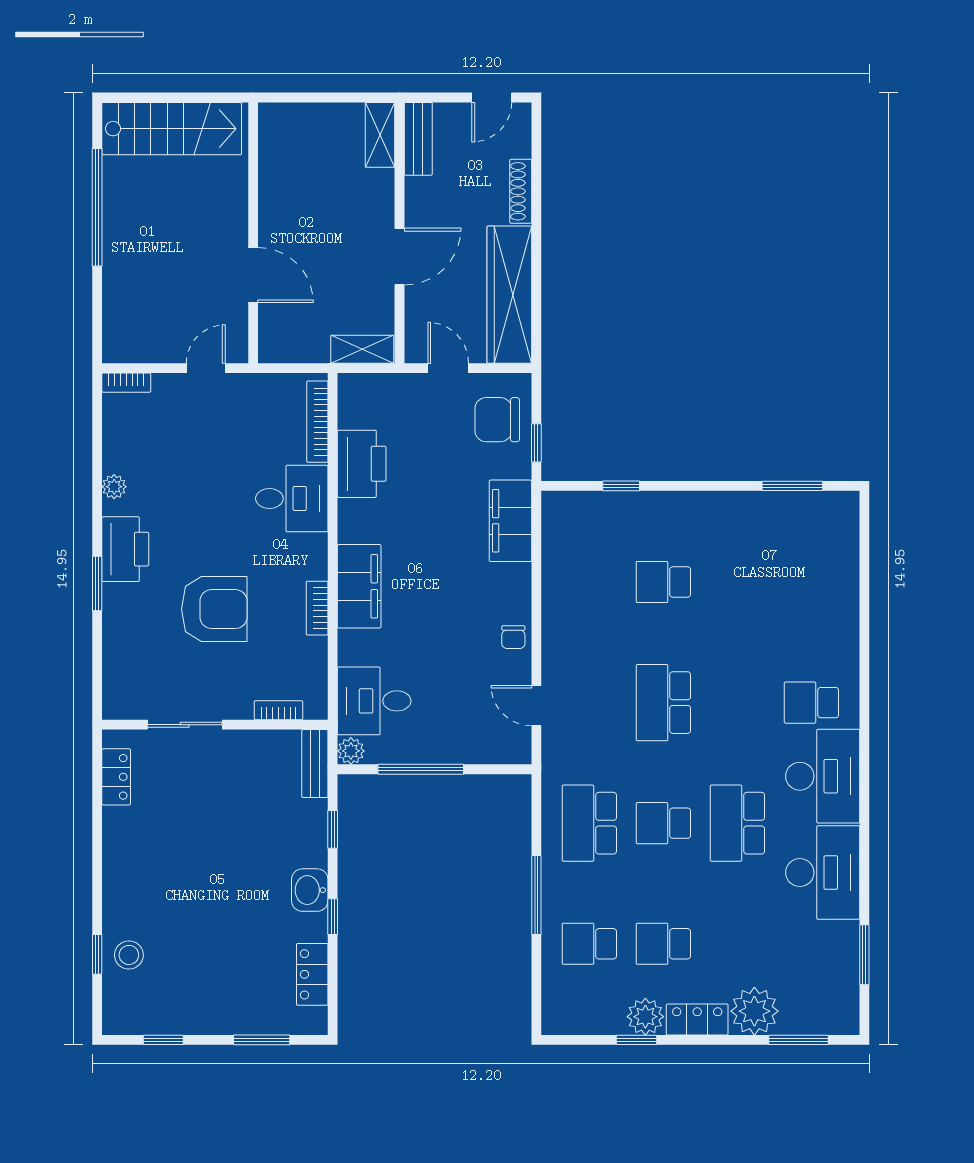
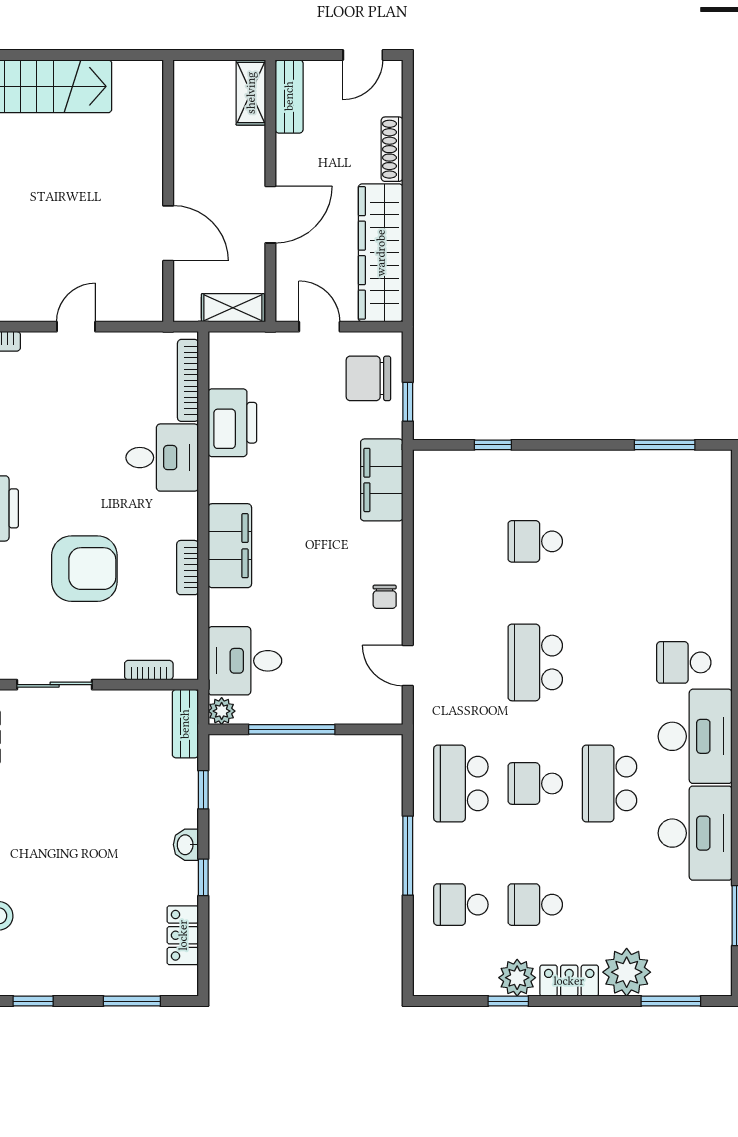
wall: (253, 233) -> (168, 191), moved
door: (253, 275) -> (168, 233), moved
washbasin: (310, 890) -> (186, 845), width x0.72, depth x0.69

